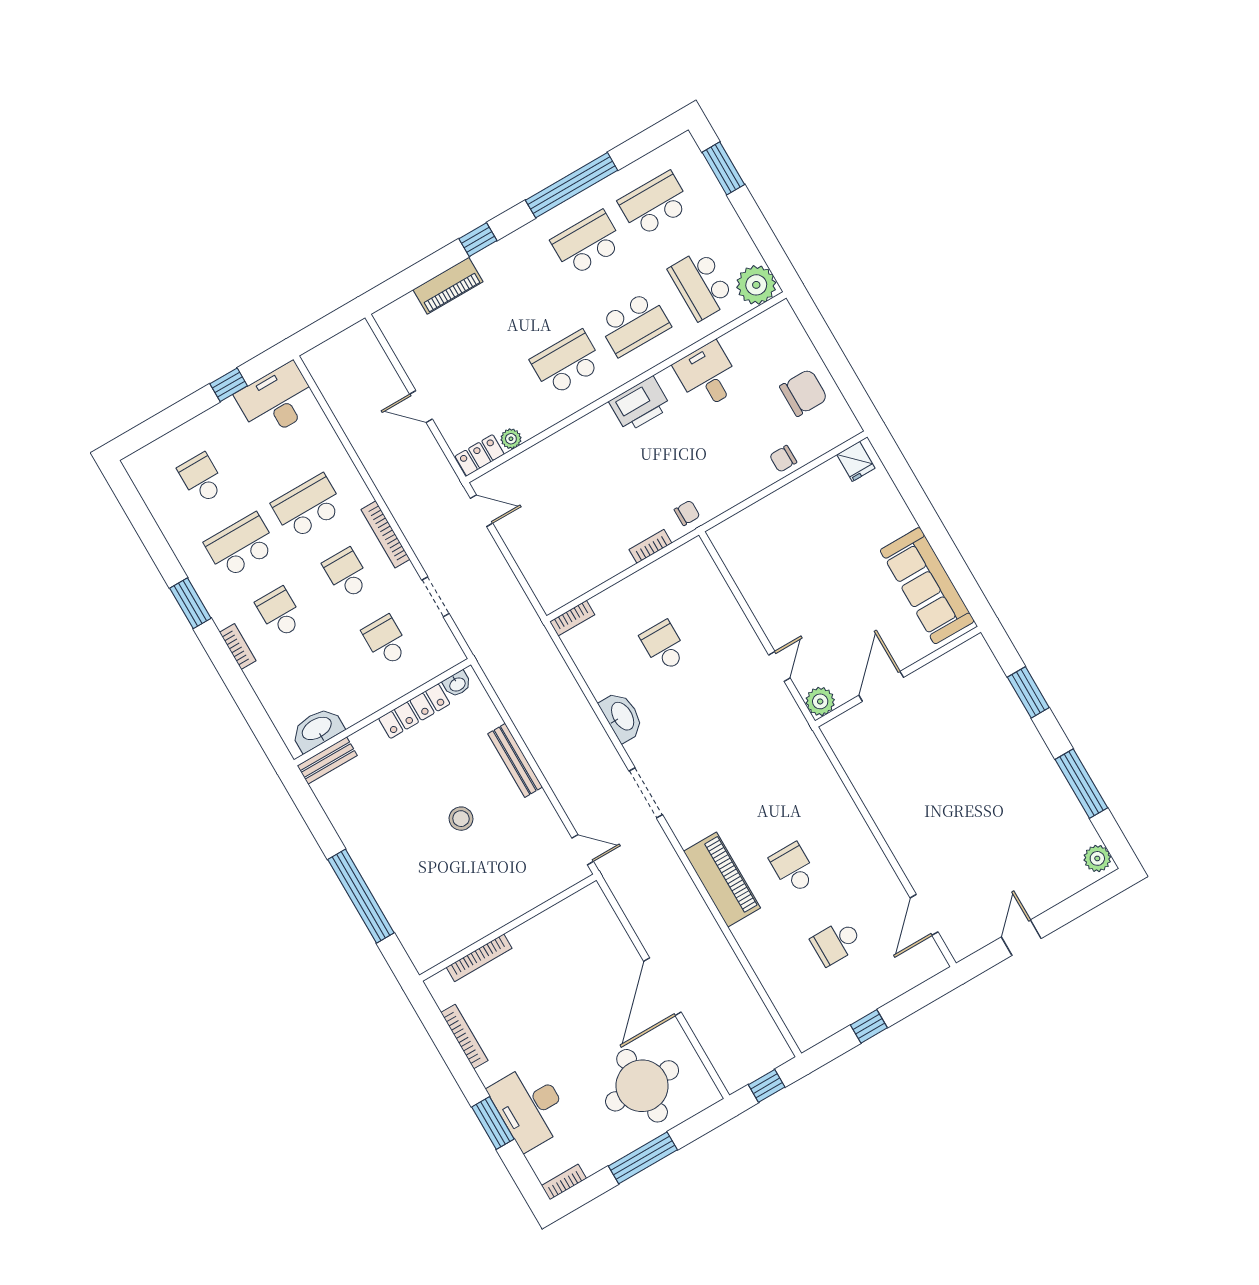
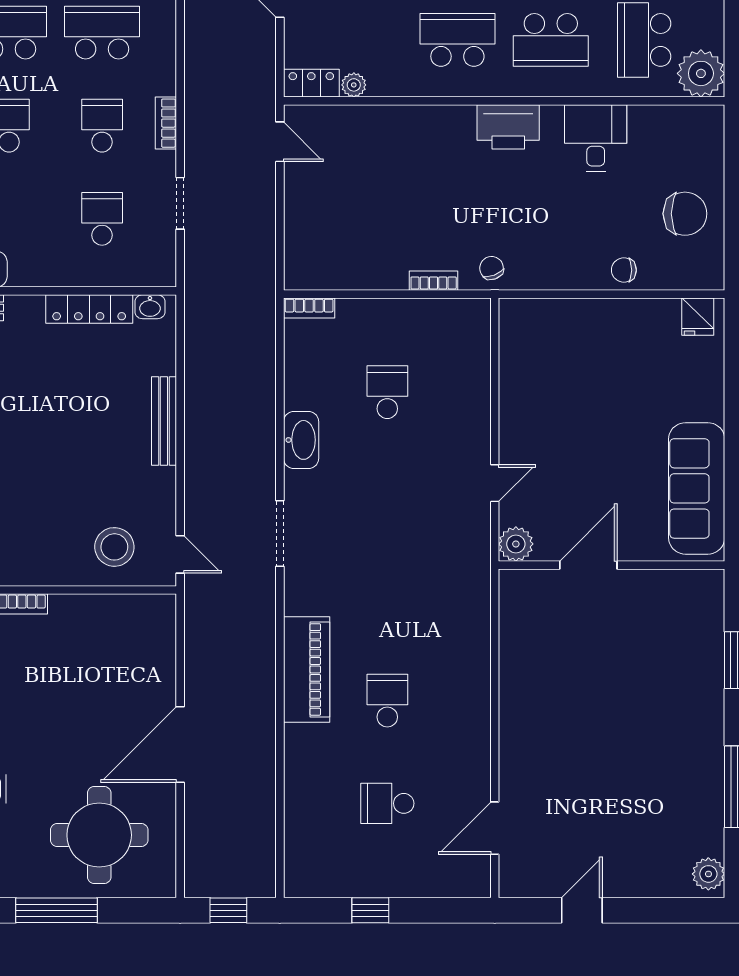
chair: (687, 513) -> (492, 268), turned -111
bookcase: (385, 534) -> (166, 123), width x0.64
stool: (461, 819) -> (114, 547), moved, width x1.38, depth x1.38

